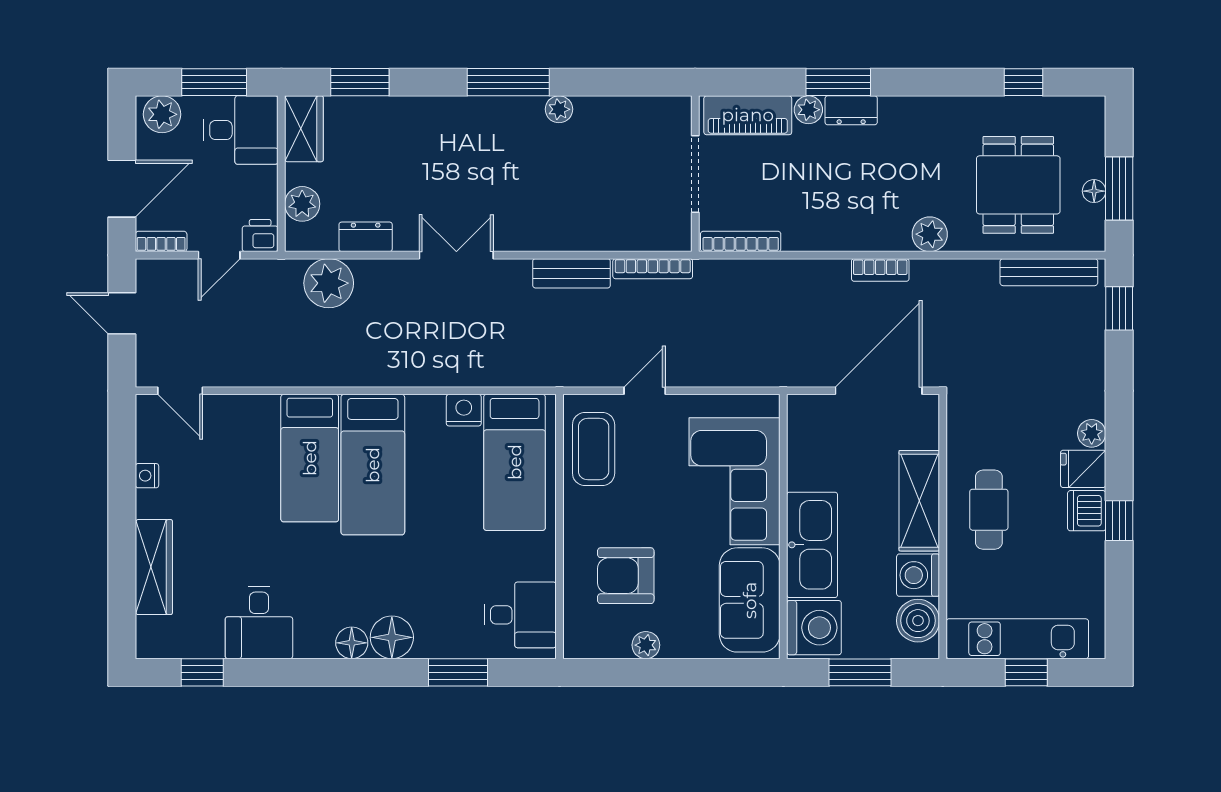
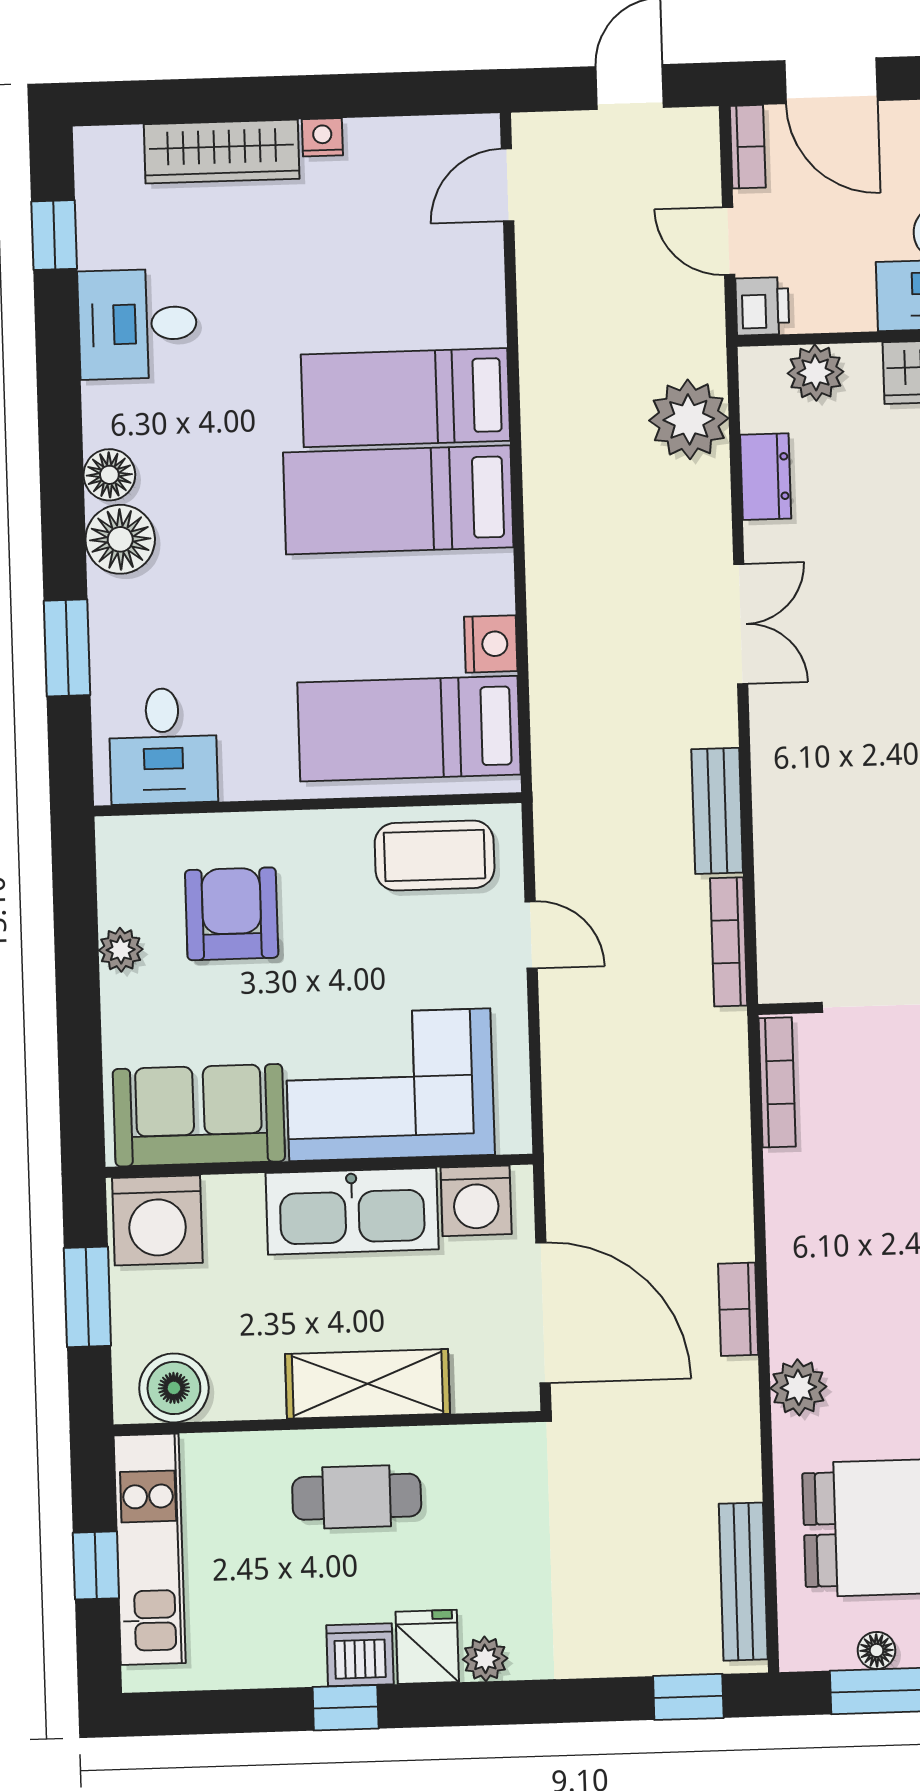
nightstand: (147, 476) -> (322, 137), moved
kitchen sink: (812, 545) -> (352, 1211), moved
washing machine: (918, 575) -> (476, 1201), moved, turned 180

